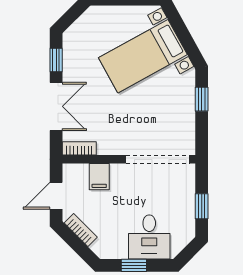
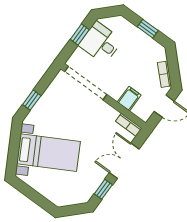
desk: (149, 237) -> (100, 43), moved, turned -90

